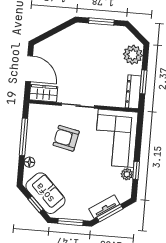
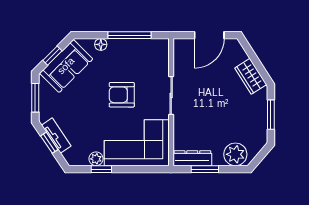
wardrobe: (43, 93) -> (251, 76), moved, turned 148
armchair: (66, 138) -> (122, 95), moved, turned -102
window: (110, 213) -> (49, 143), width x0.67

